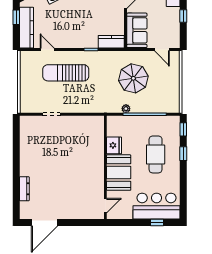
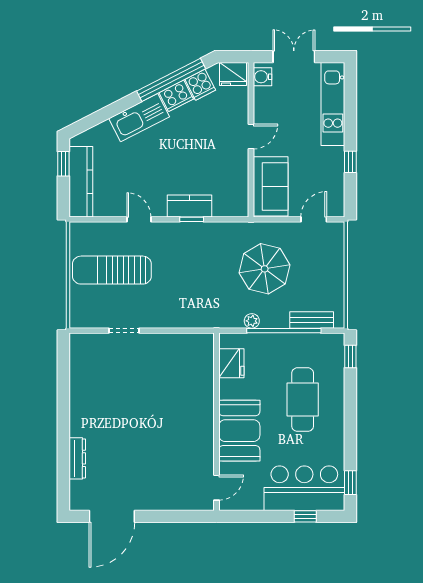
kitchen counter: (111, 42) -> (189, 206), moved
door: (47, 50) -> (139, 219), moved
door: (162, 50) -> (314, 219), swing flipped
sun lounger: (66, 73) -> (112, 270), moved
bench: (161, 108) -> (312, 320), added
fridge: (114, 145) -> (231, 363), moved
window: (183, 154) -> (350, 483), moved

